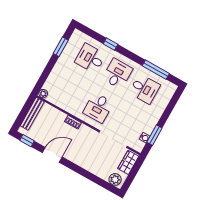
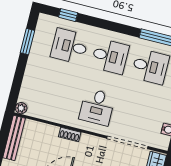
window: (111, 44) -> (68, 15), moved
desk: (117, 74) -> (110, 56), turned 90

